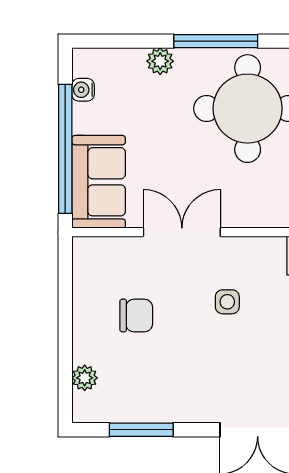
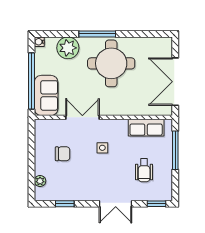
plant: (160, 61) -> (68, 48), width x1.88, depth x1.88
water cooler: (83, 90) -> (39, 42), moved
window: (141, 430) -> (65, 204), width x0.67

